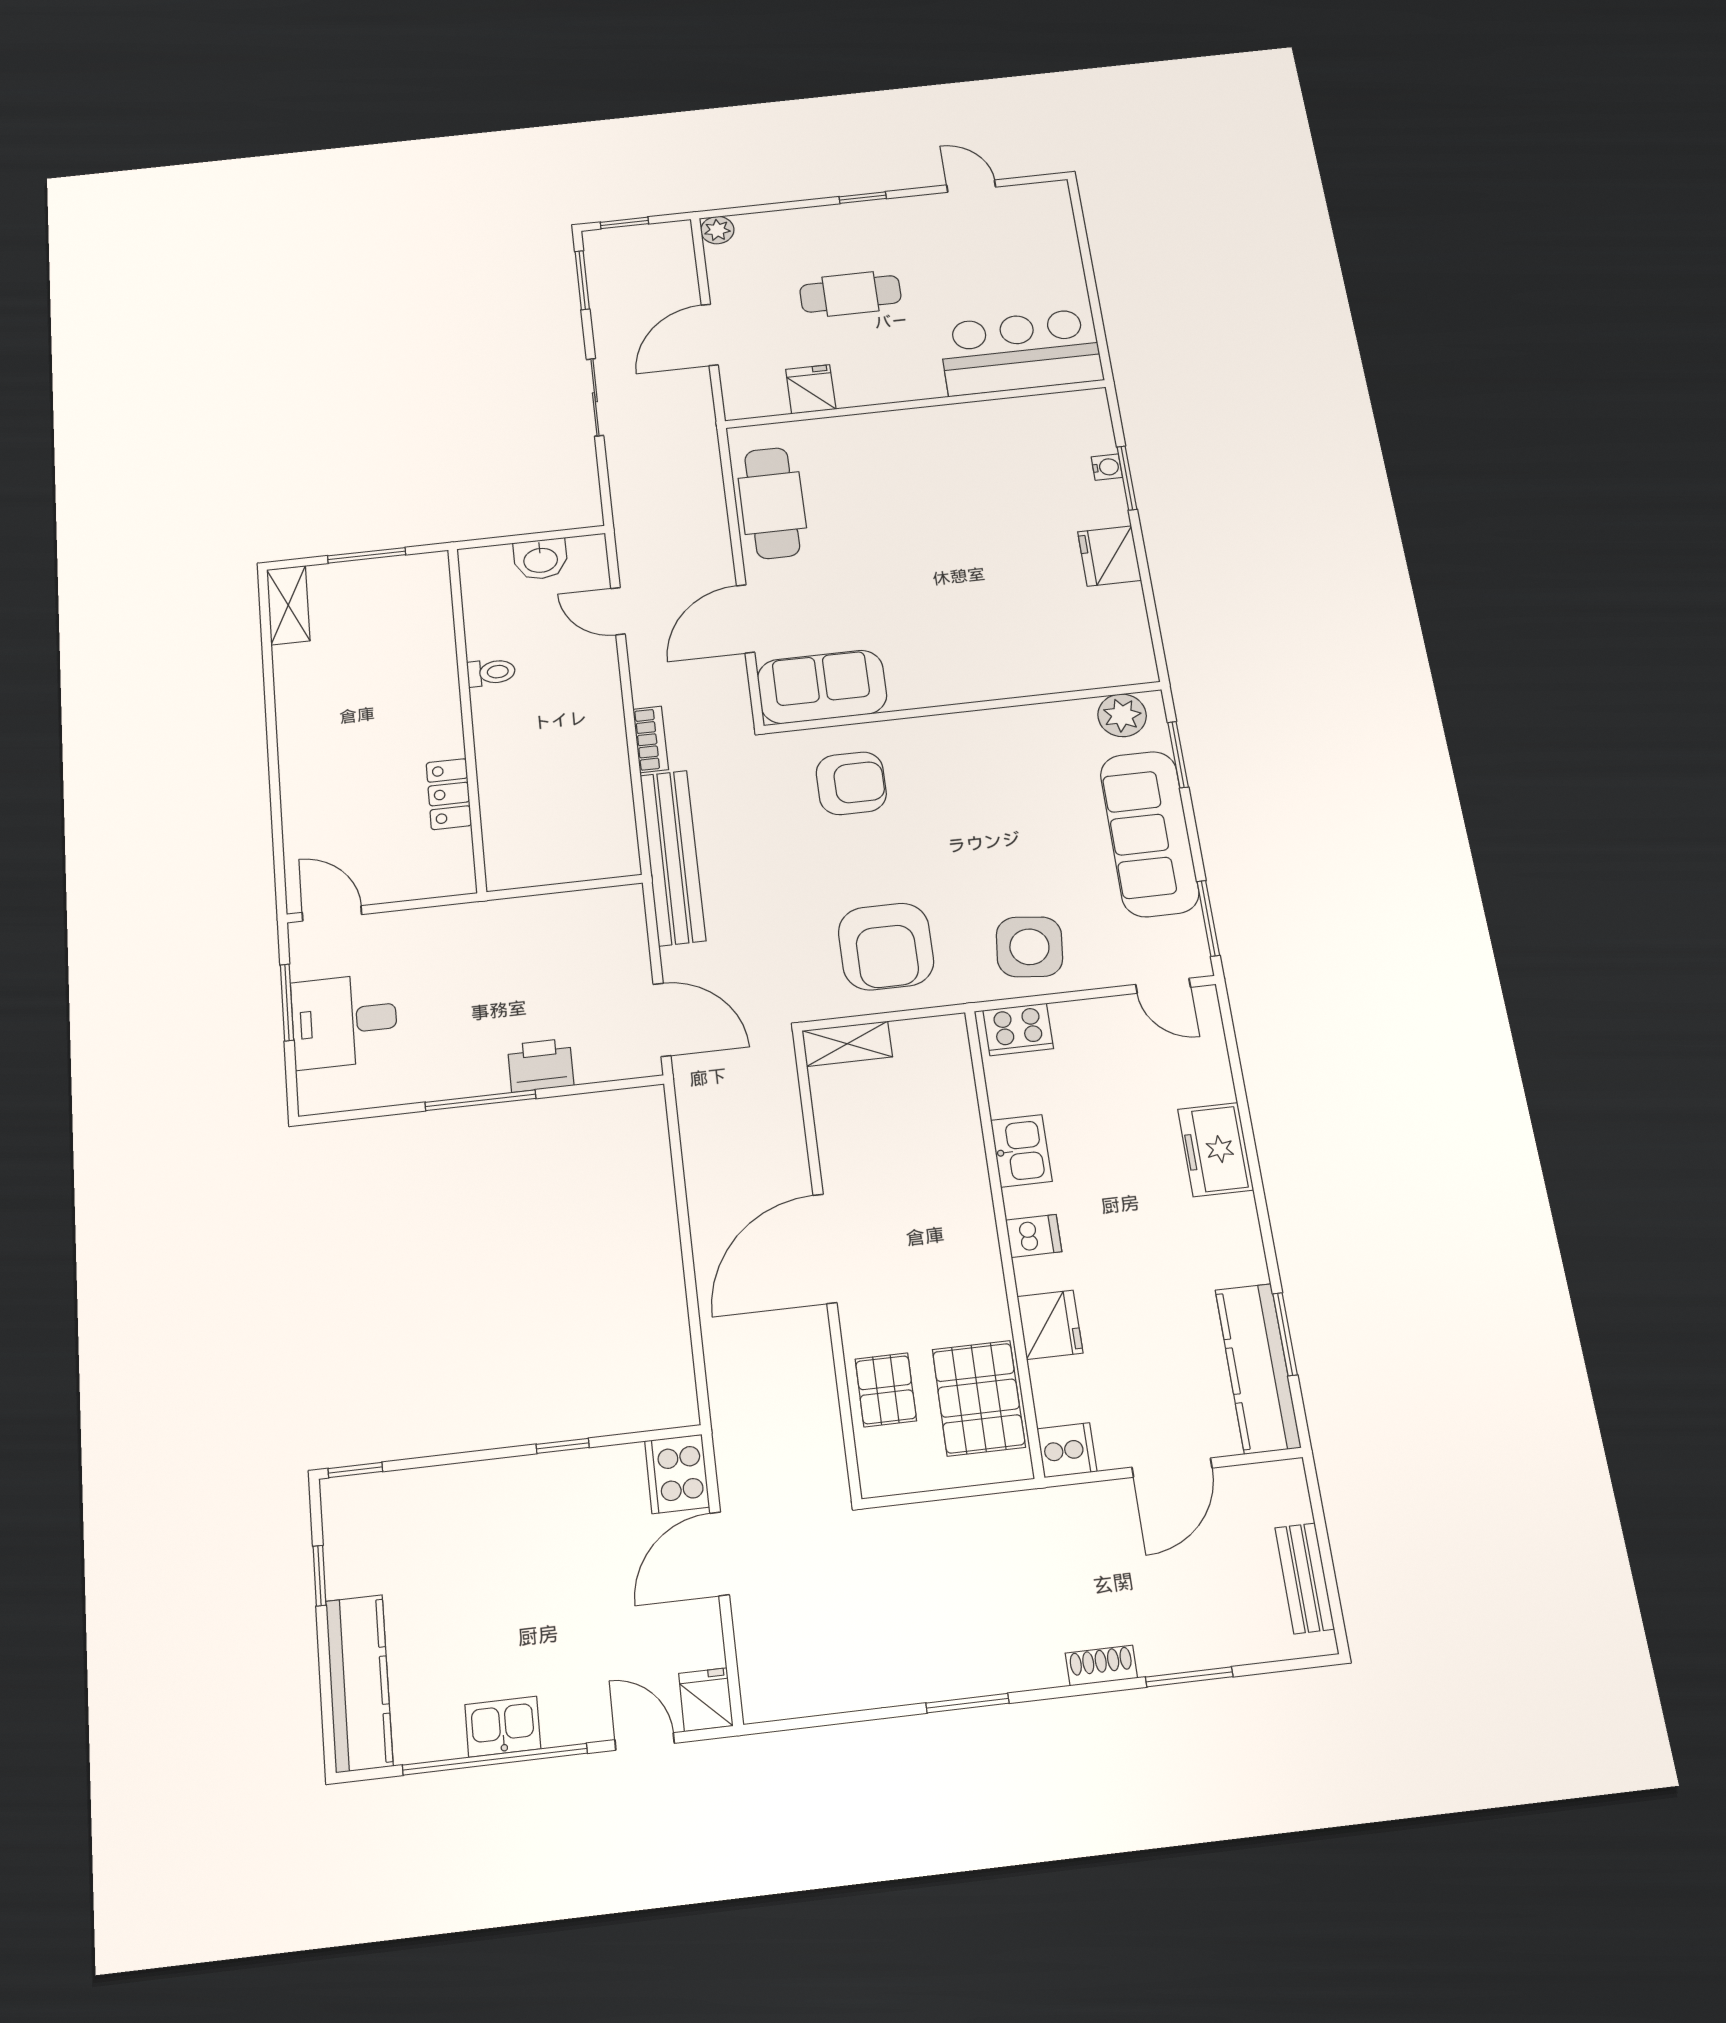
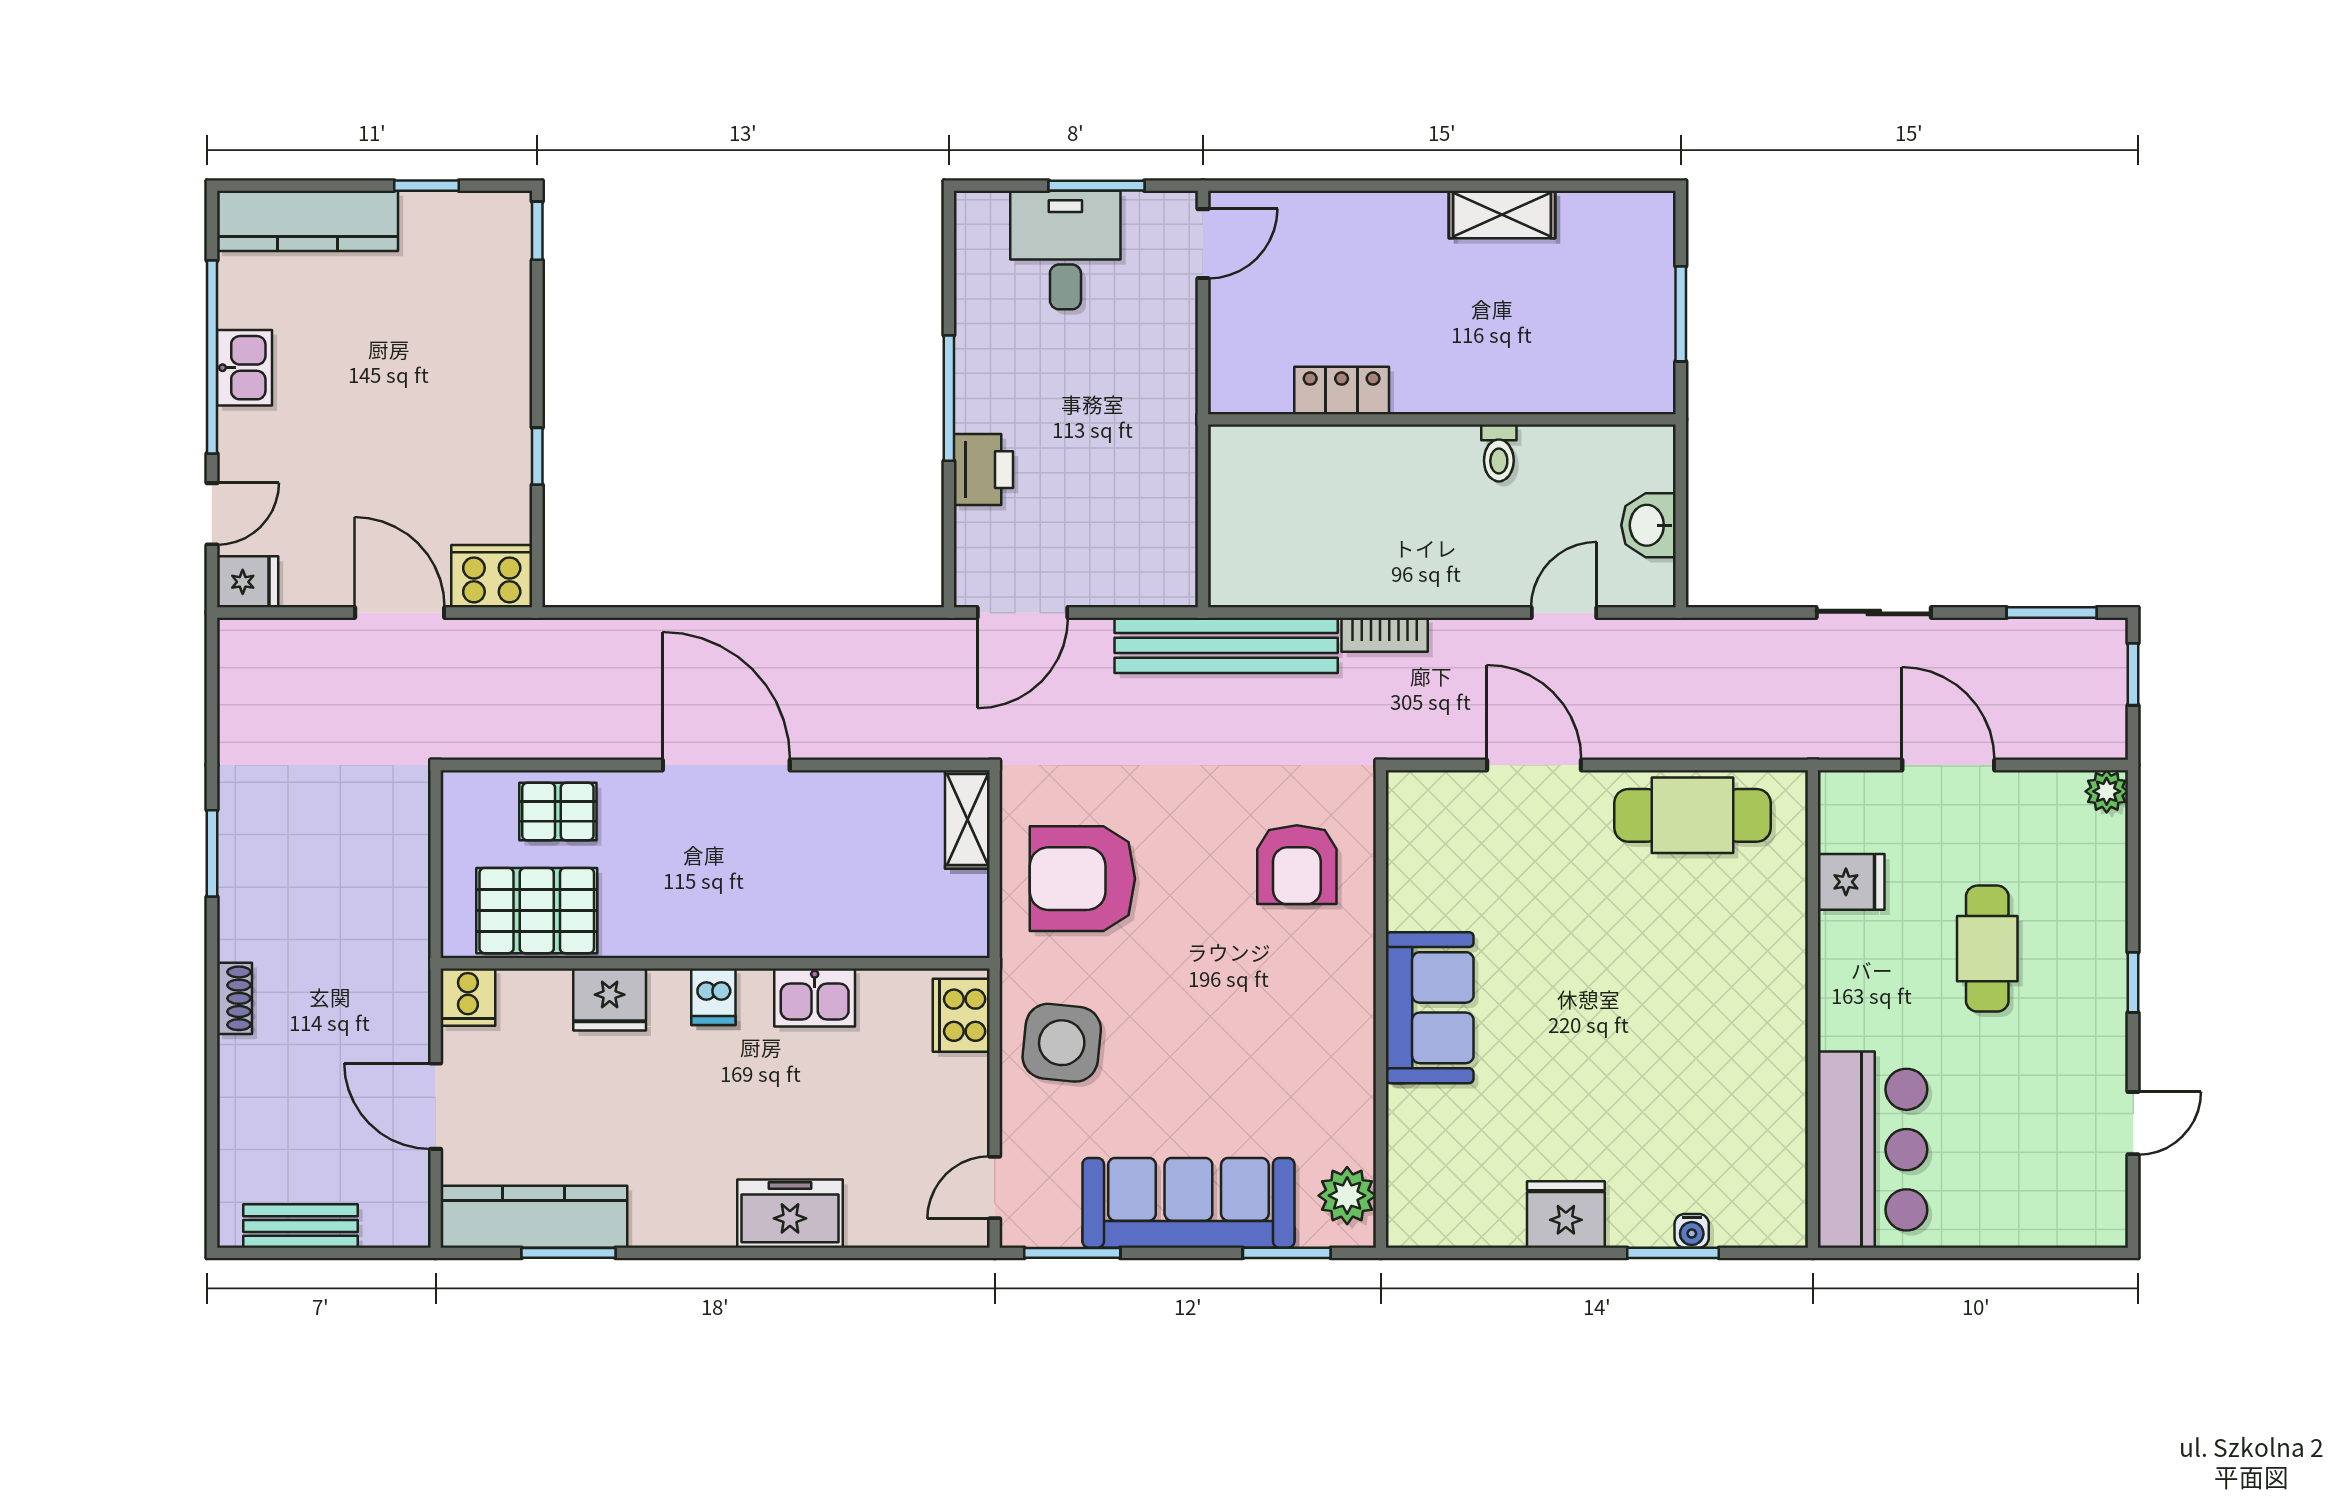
shelving: (288, 605) -> (1502, 215), moved
sofa: (822, 687) -> (1430, 1008), moved
window: (1189, 1677) -> (212, 1088), removed

